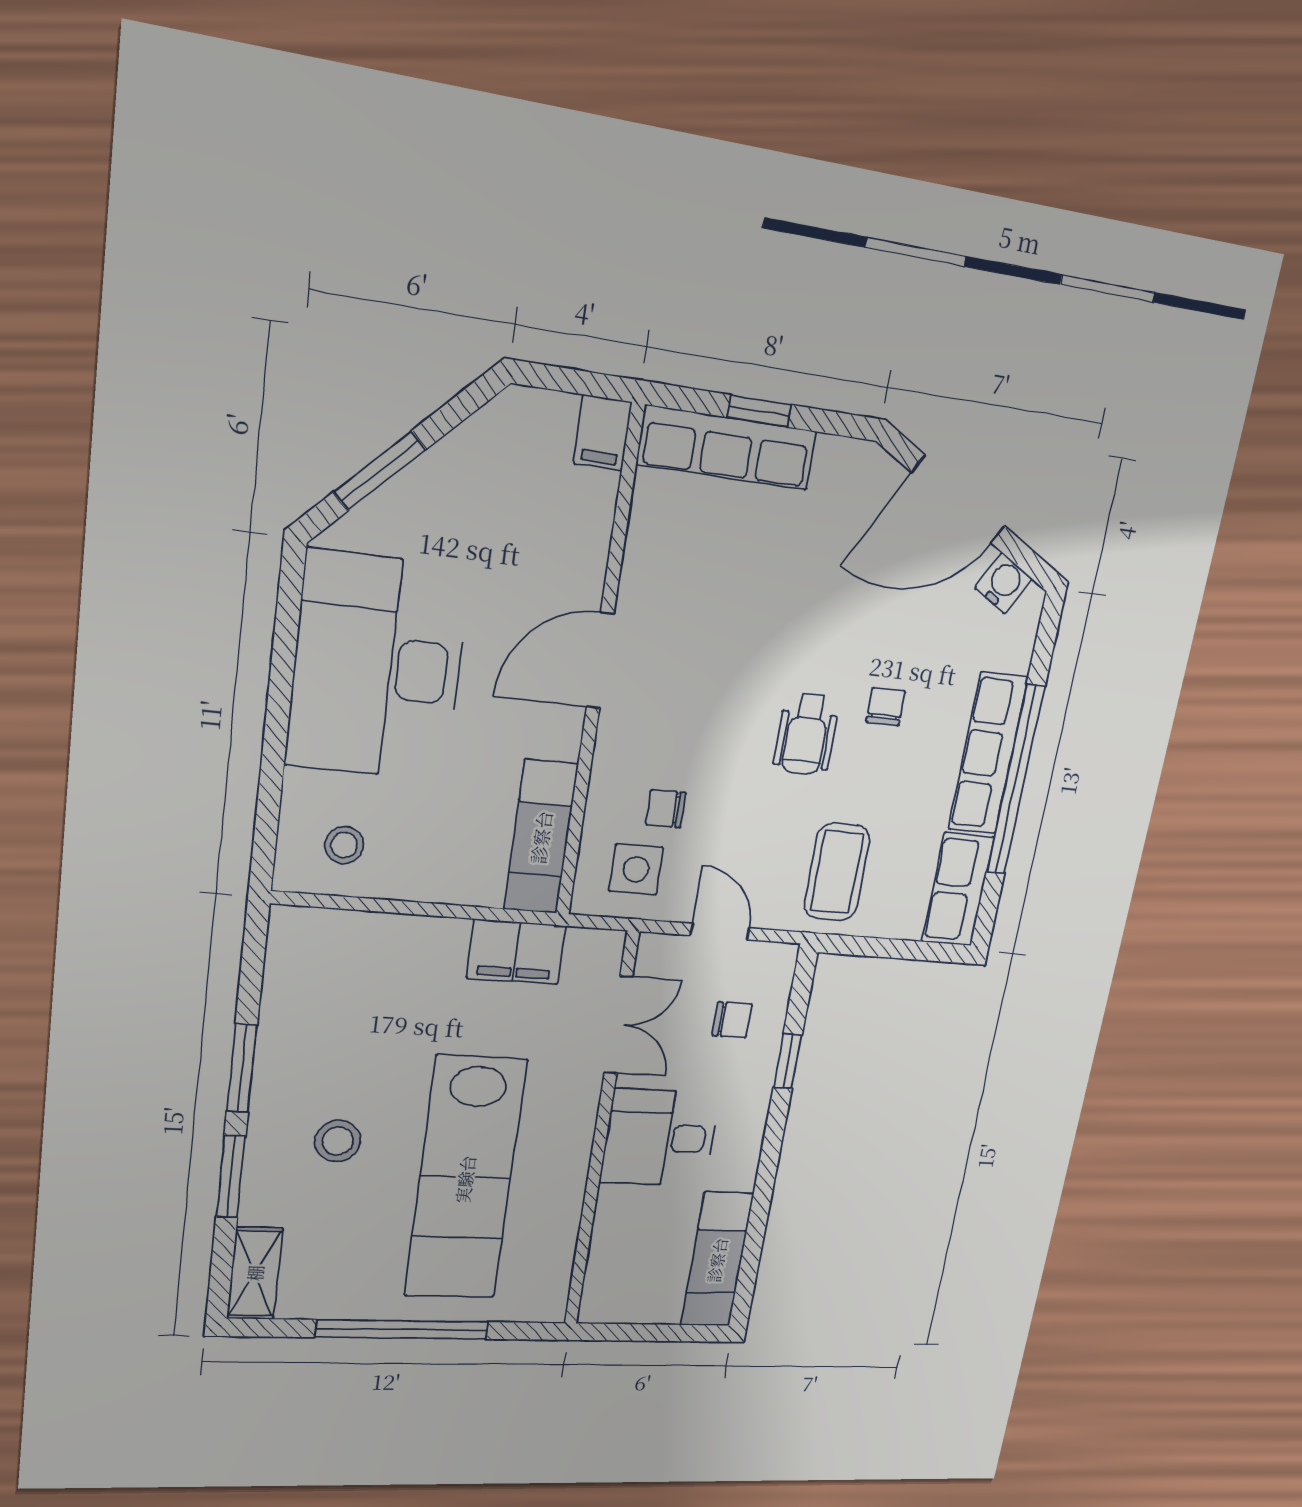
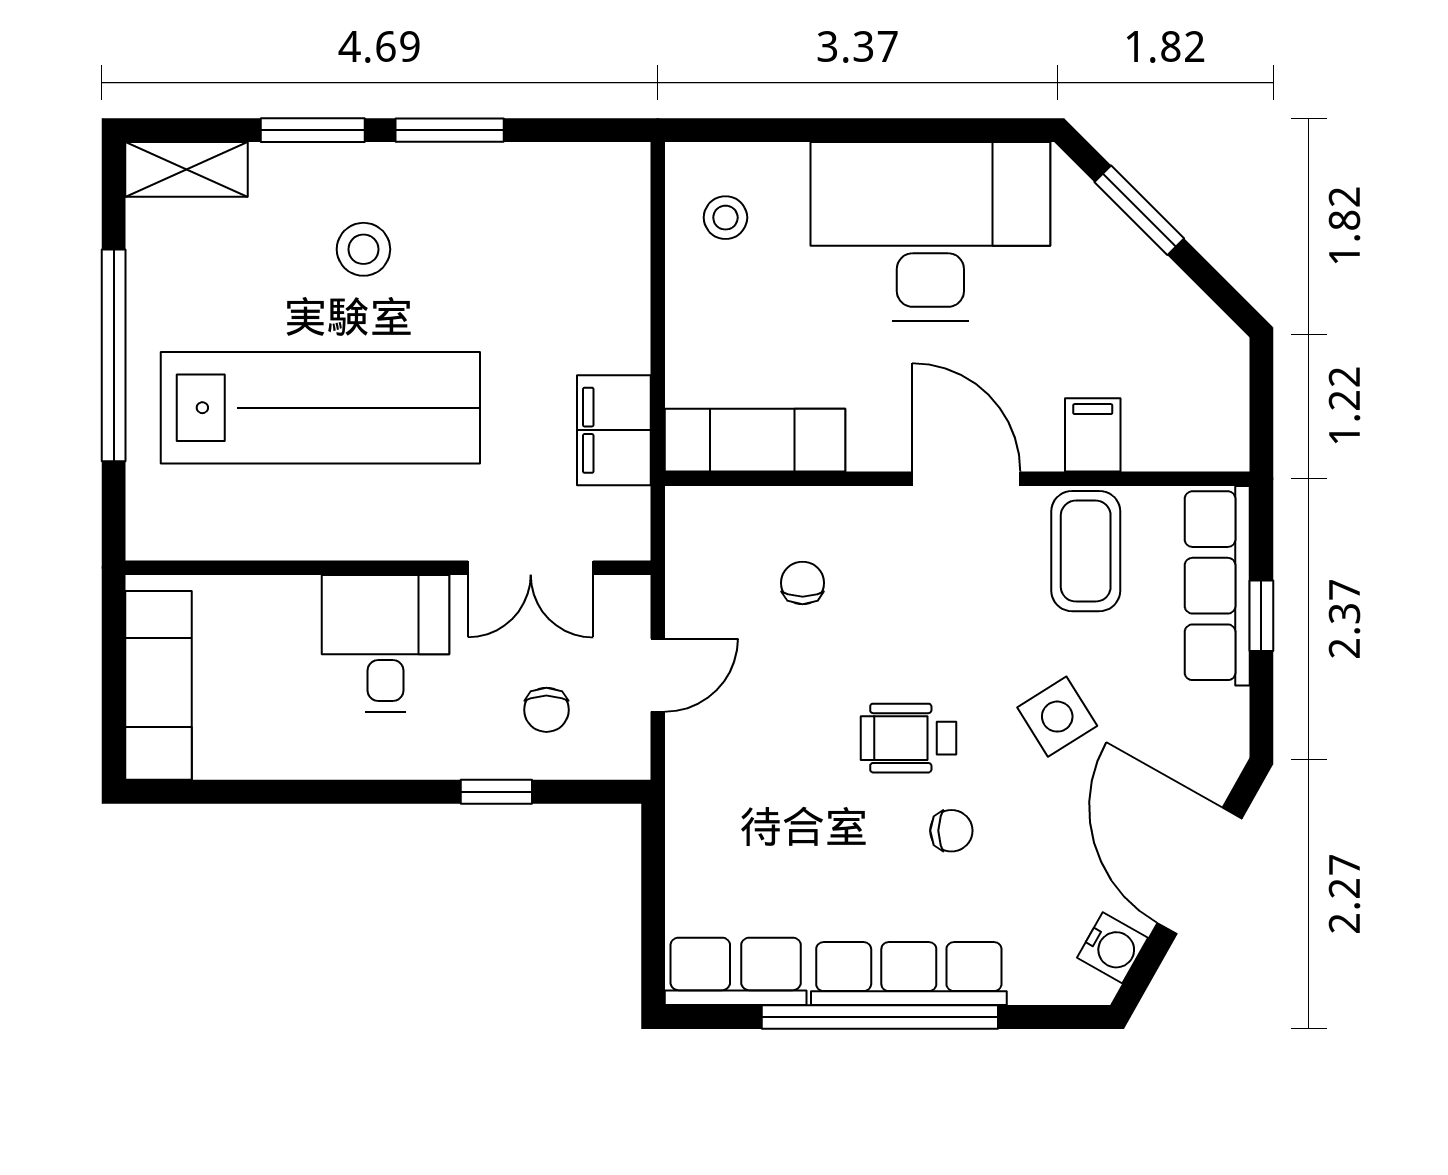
filing cabinet: (603, 433) -> (1093, 435), moved, turned 90
side table: (636, 869) -> (1057, 717), moved, turned -32
coffee table: (837, 872) -> (1086, 551), moved, turned 90
lab bench: (465, 1179) -> (320, 408), turned 180
exam couch: (717, 1260) -> (159, 685), moved, turned 90

